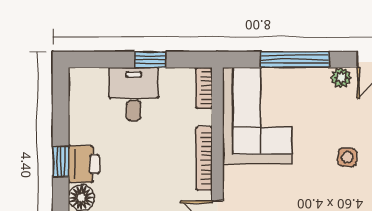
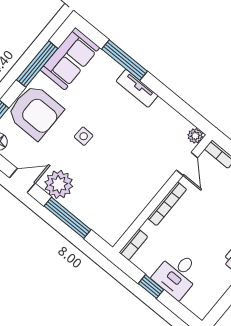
plant: (341, 78) -> (59, 184), width x1.88, depth x1.88
corner sofa: (257, 116) -> (116, 203), removed

